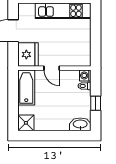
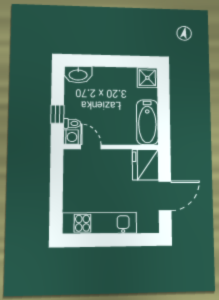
door: (52, 68) -> (91, 147), moved
window: (96, 103) -> (57, 114), moved

